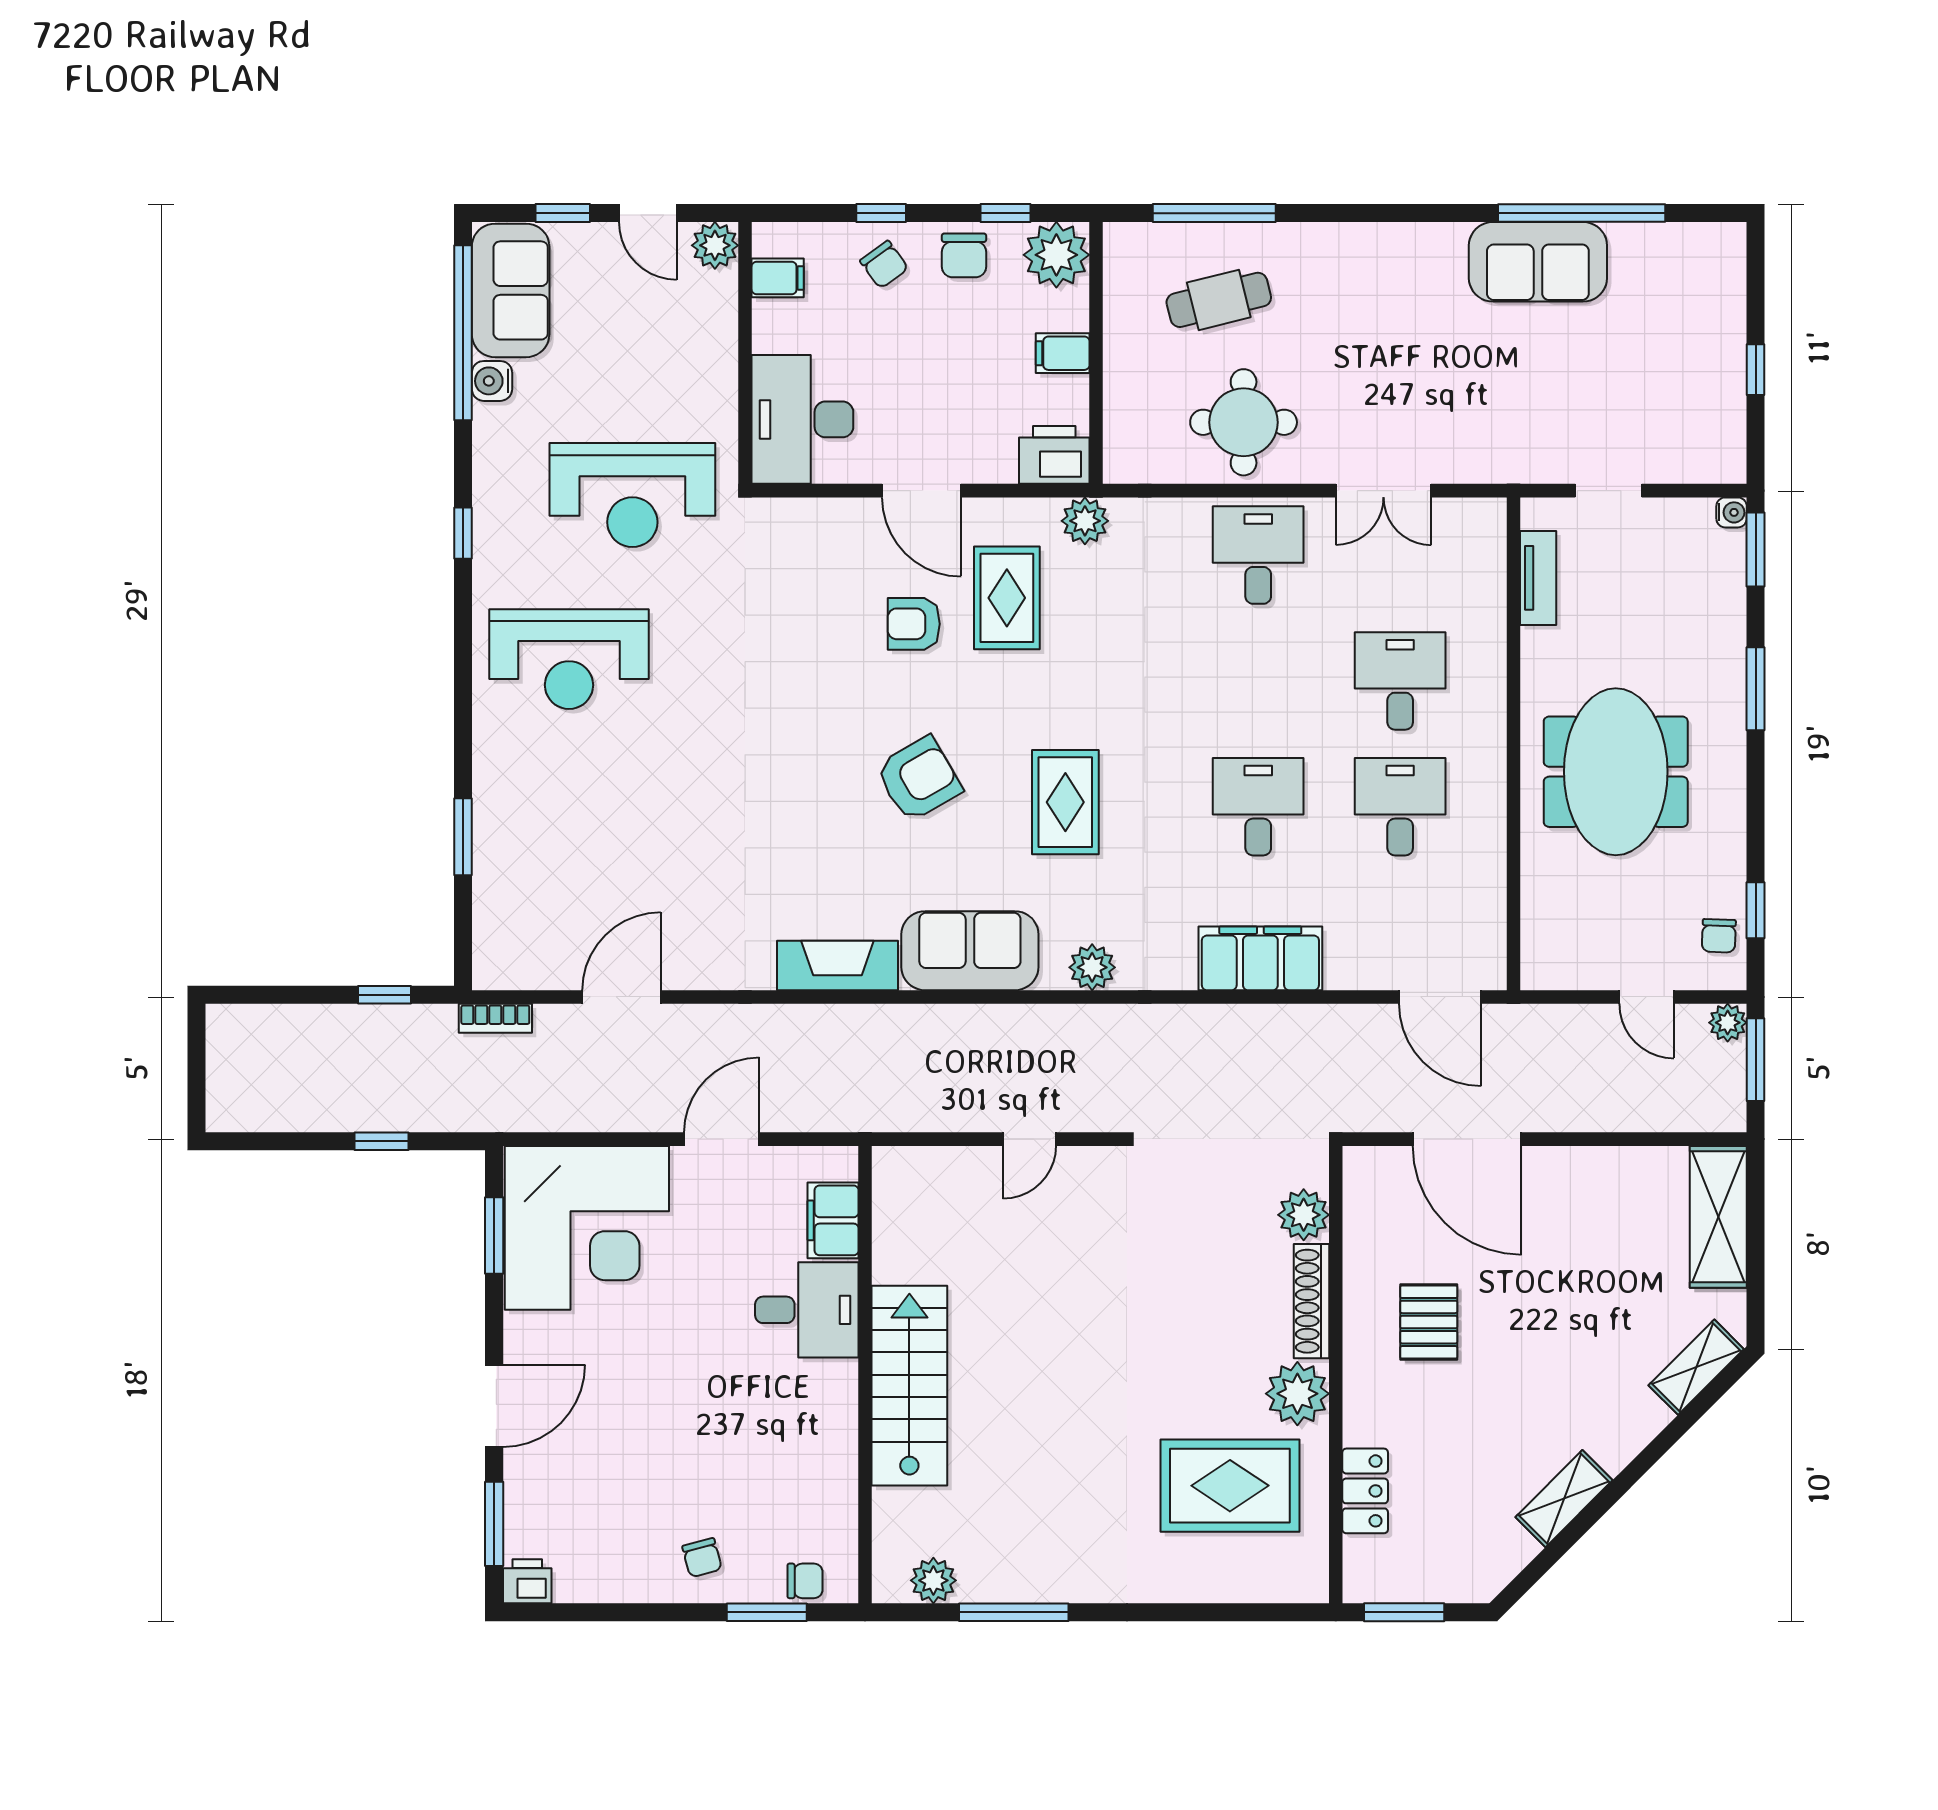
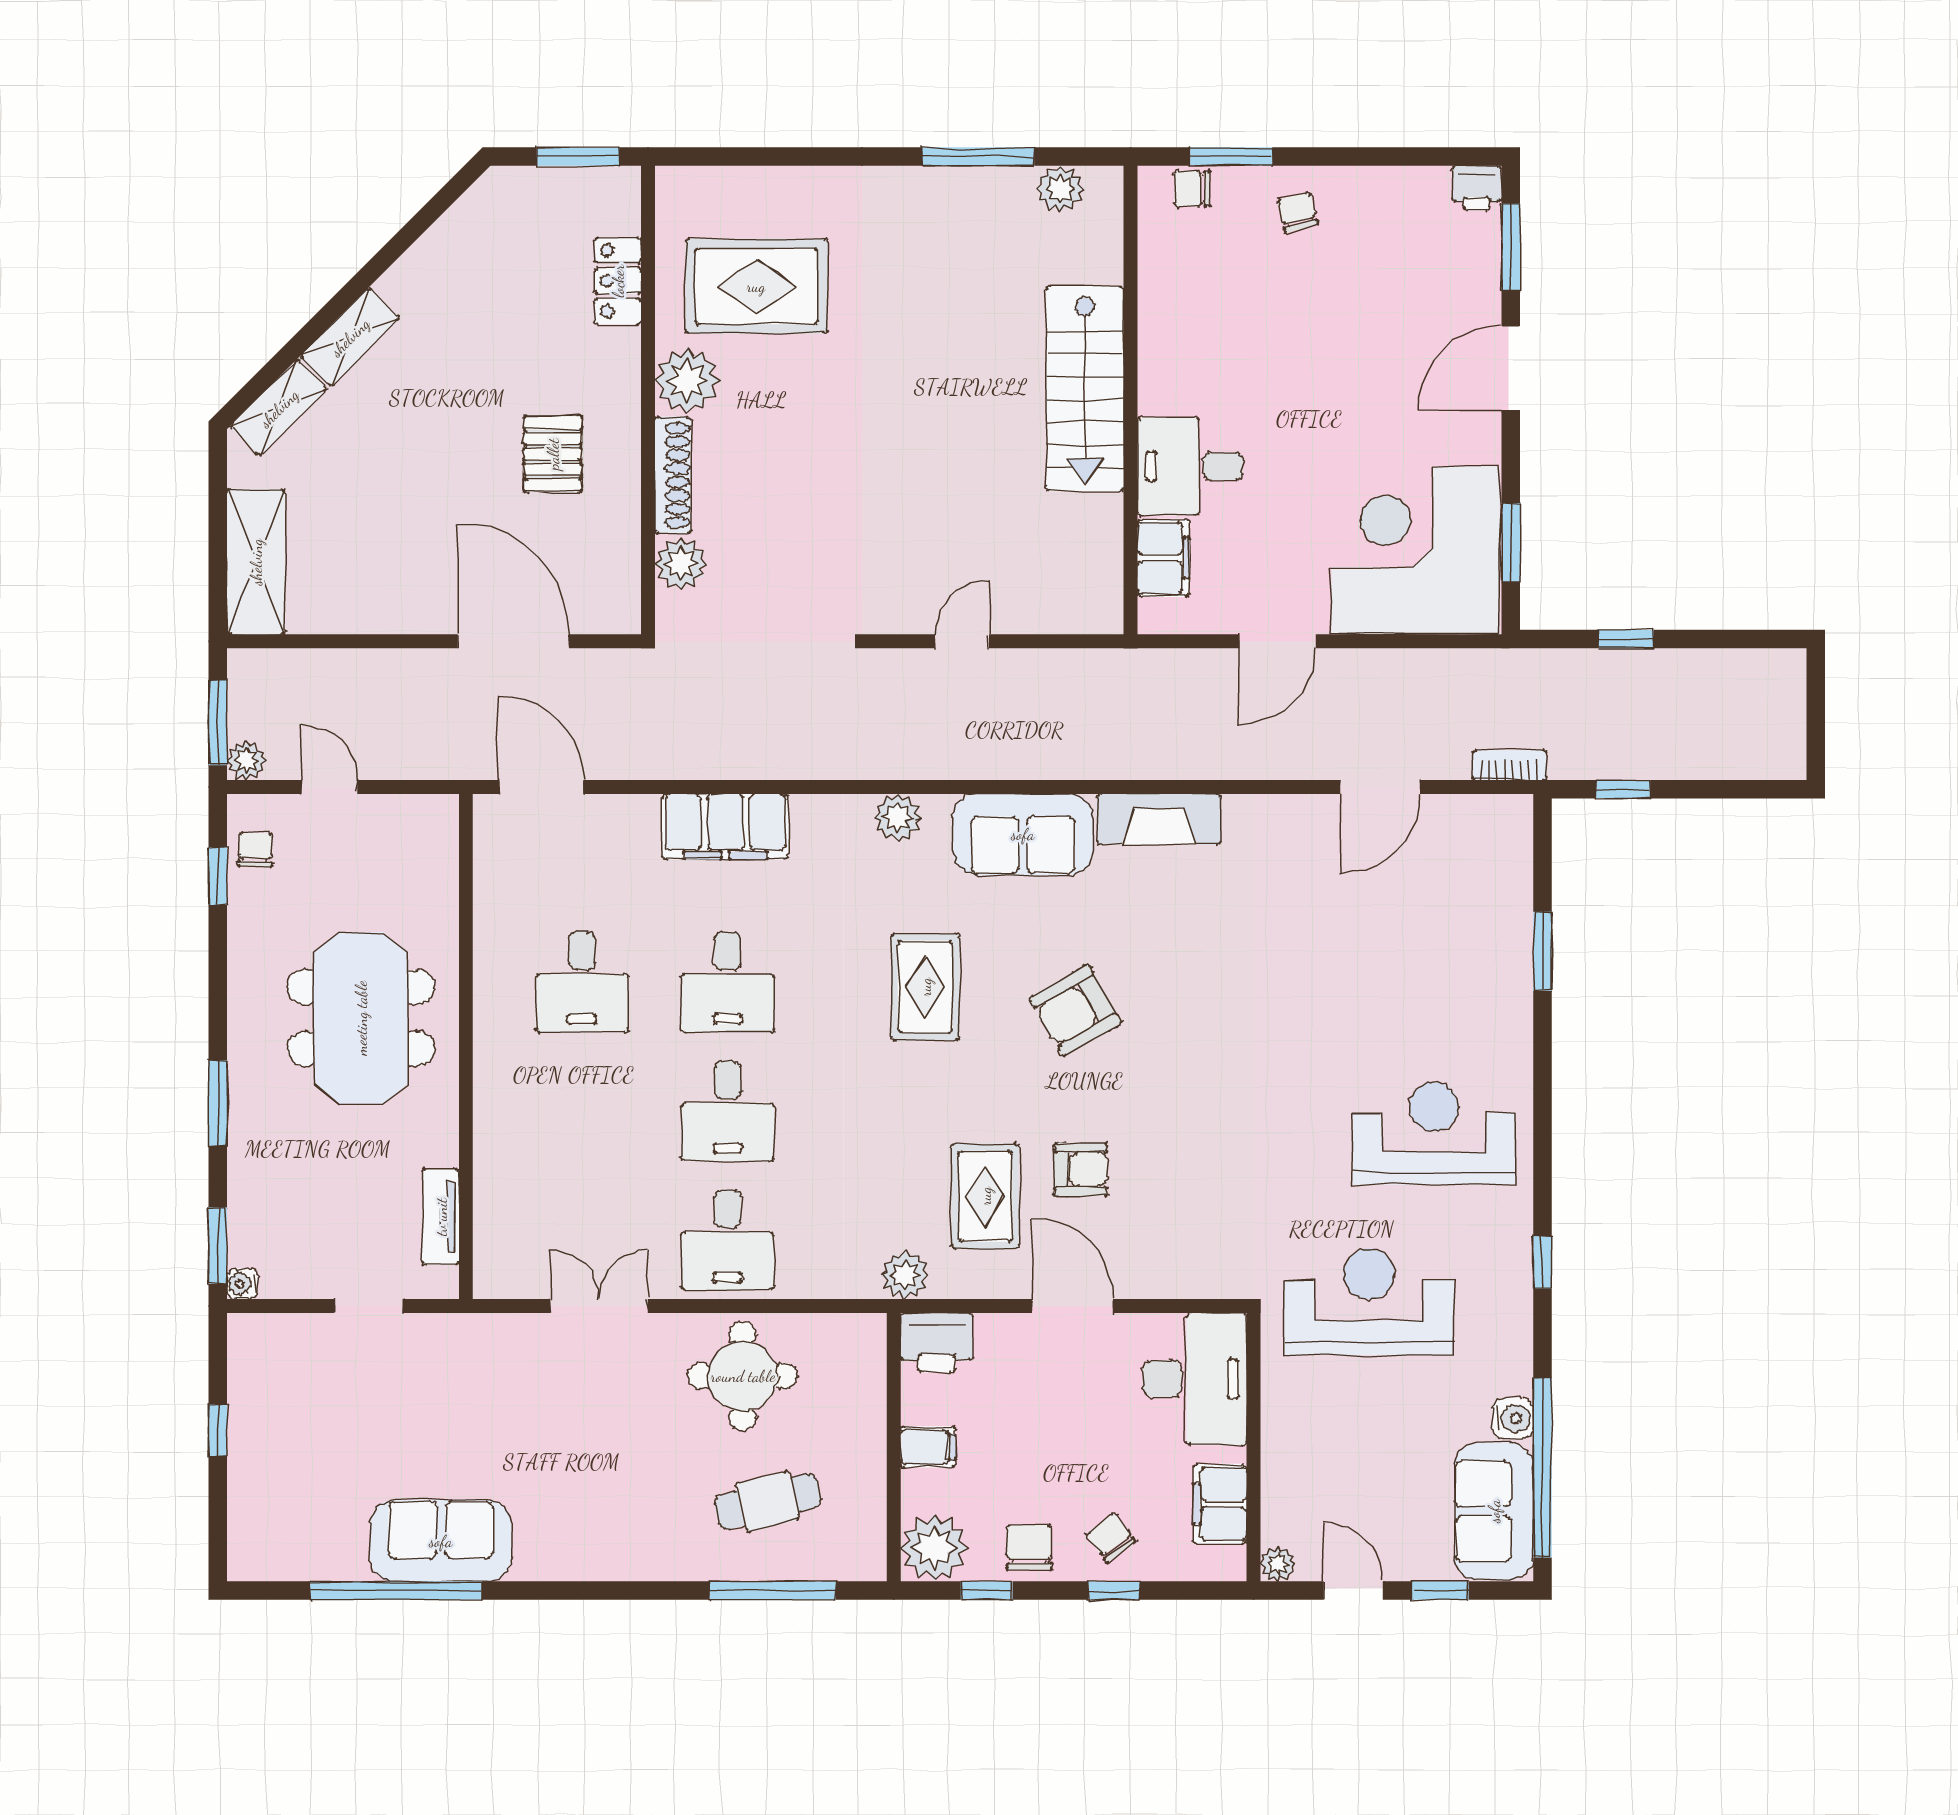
plant: (715, 245) -> (1278, 1564), width x0.73, depth x0.73
filing cabinet: (778, 278) -> (1220, 1504), width x2.00
desk: (1400, 681) -> (728, 1111), moved
shelving: (1564, 1499) -> (350, 337), moved

